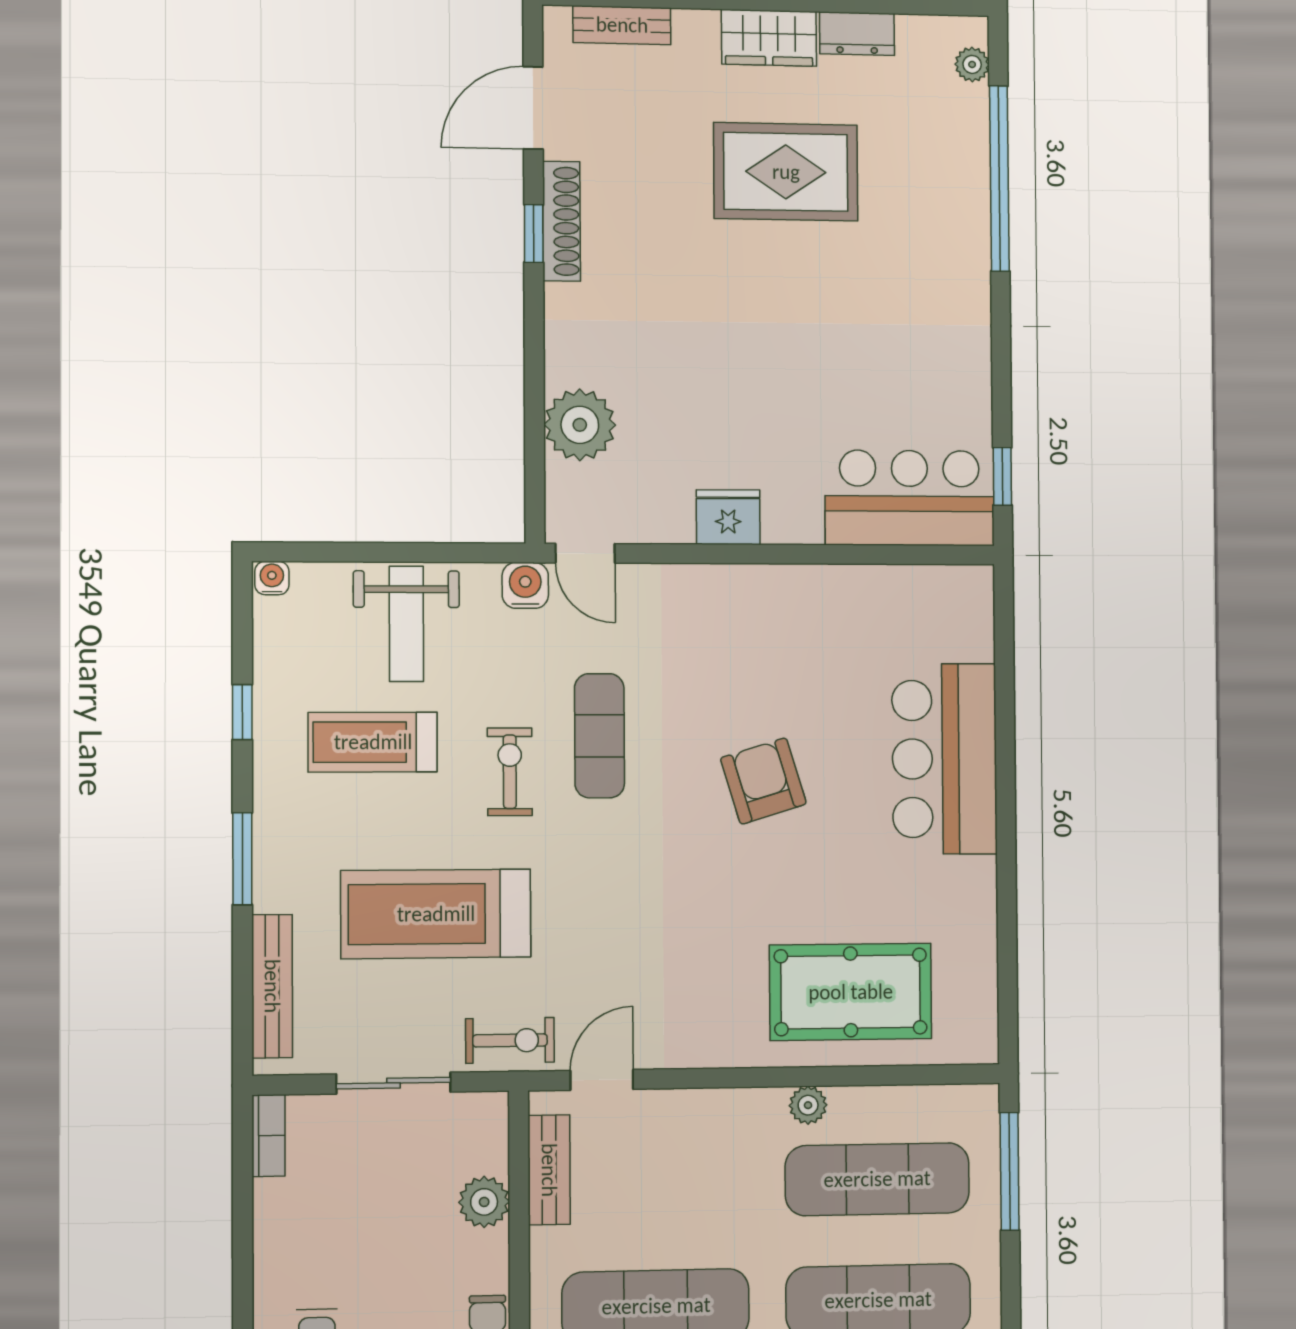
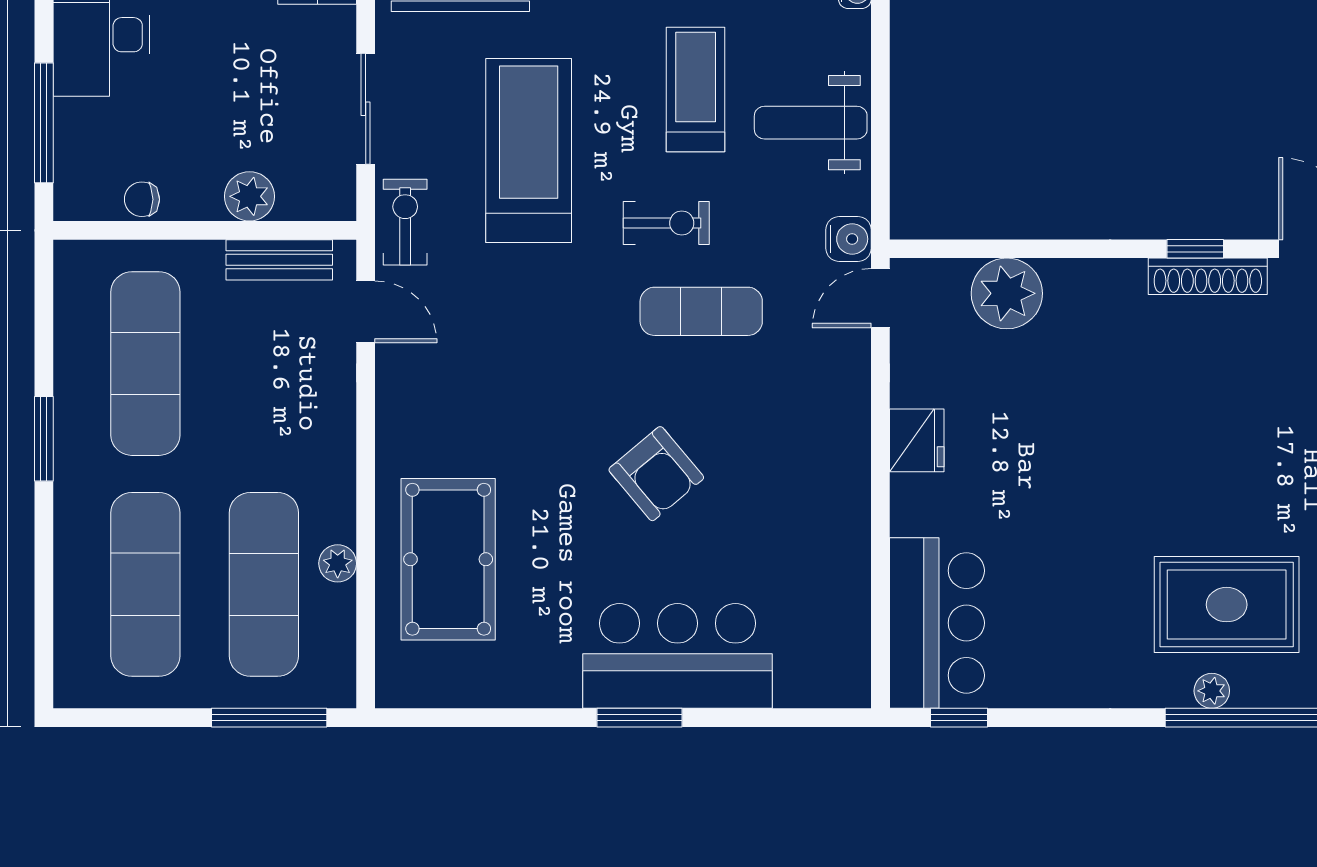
rug: (786, 172) -> (1227, 605), moved, turned 90
plant: (974, 224) -> (1212, 691), added
armchair: (763, 781) -> (656, 474), turned 67
window: (1006, 797) -> (640, 718), added
exercise bike: (510, 1040) -> (405, 222), turned 180
plant: (808, 1105) -> (338, 563), moved

